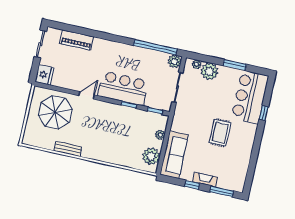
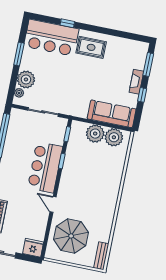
plant: (175, 61) -> (17, 115), removed
rug: (220, 133) -> (91, 47), moved
plant: (160, 135) -> (95, 134), width x1.87, depth x1.87
bench: (68, 149) -> (101, 256), moved

